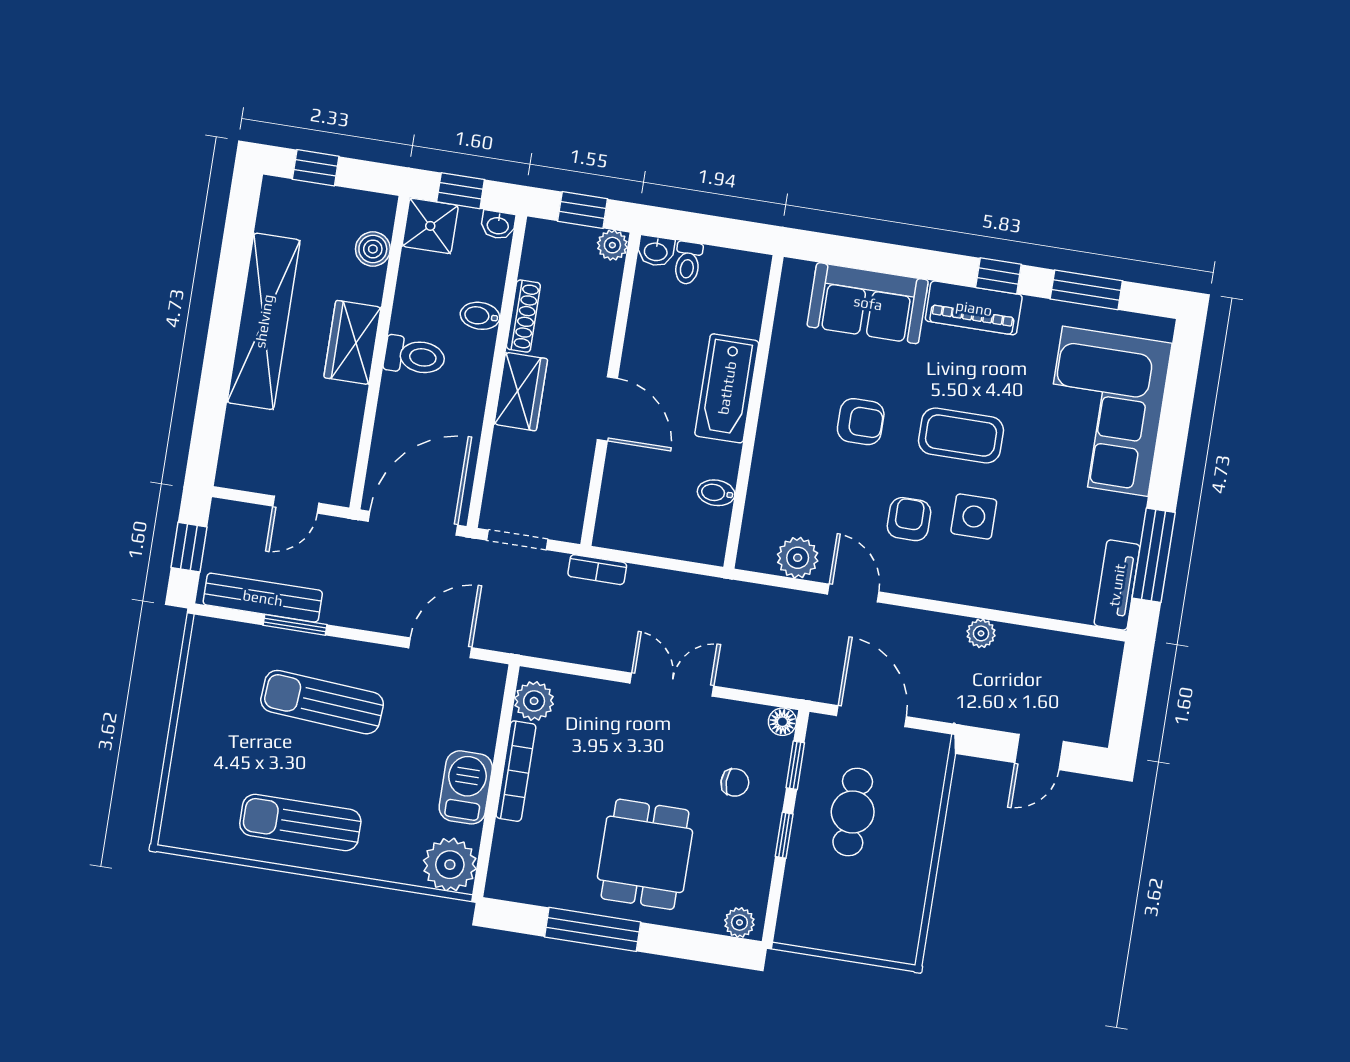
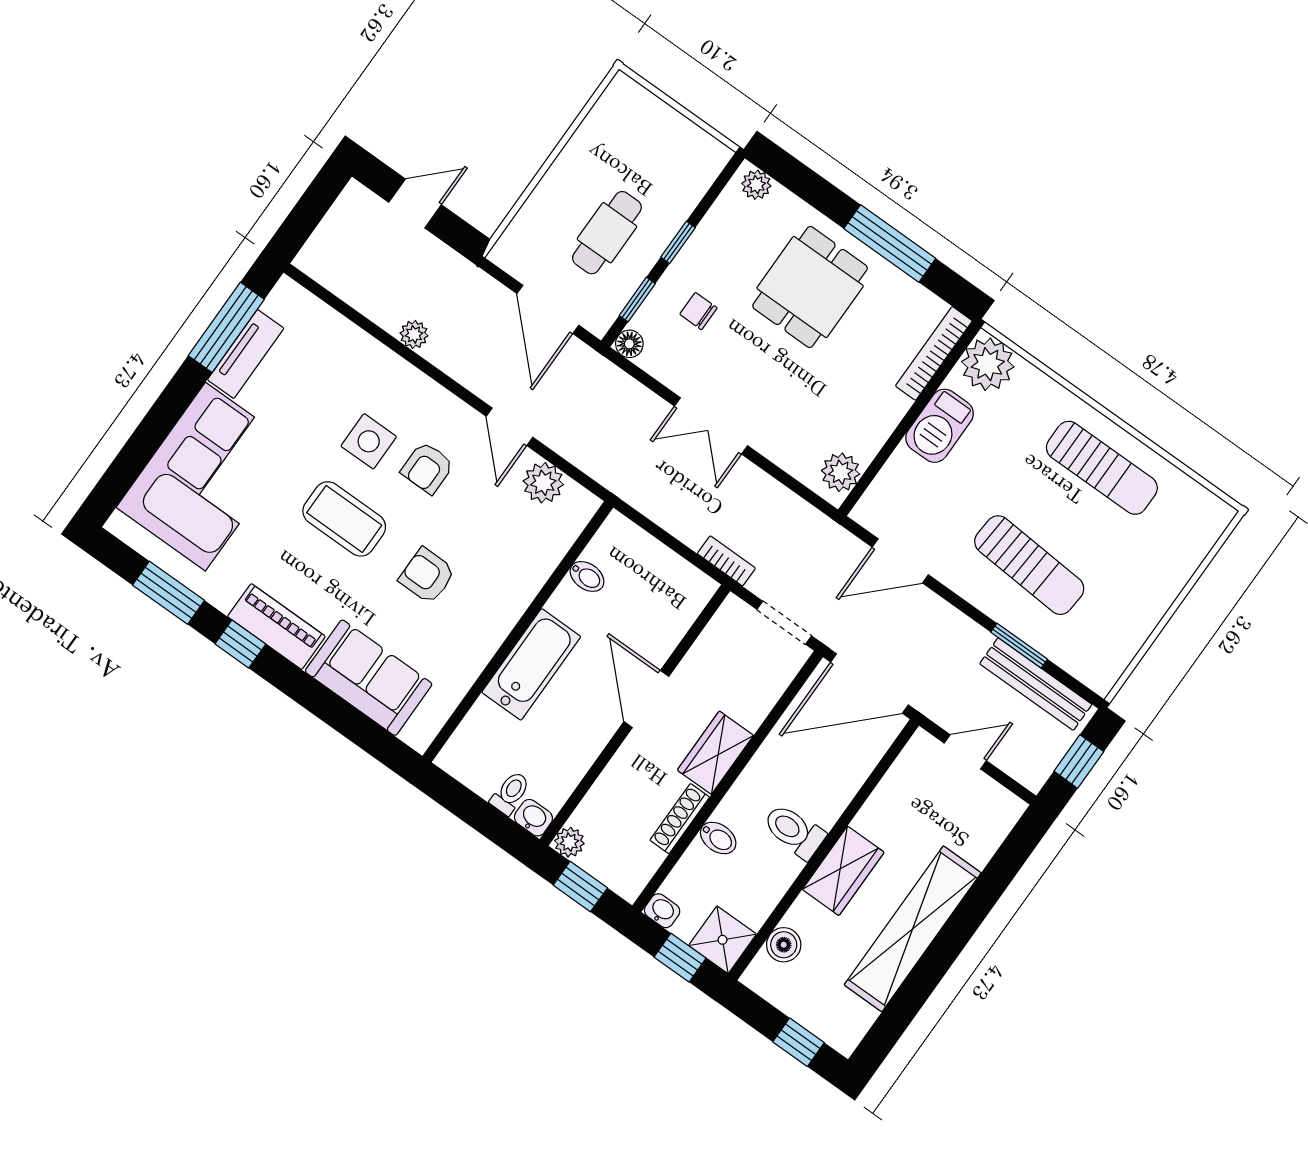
tv unit: (1117, 585) -> (246, 354), moved
bookcase: (516, 771) -> (934, 353), moved

